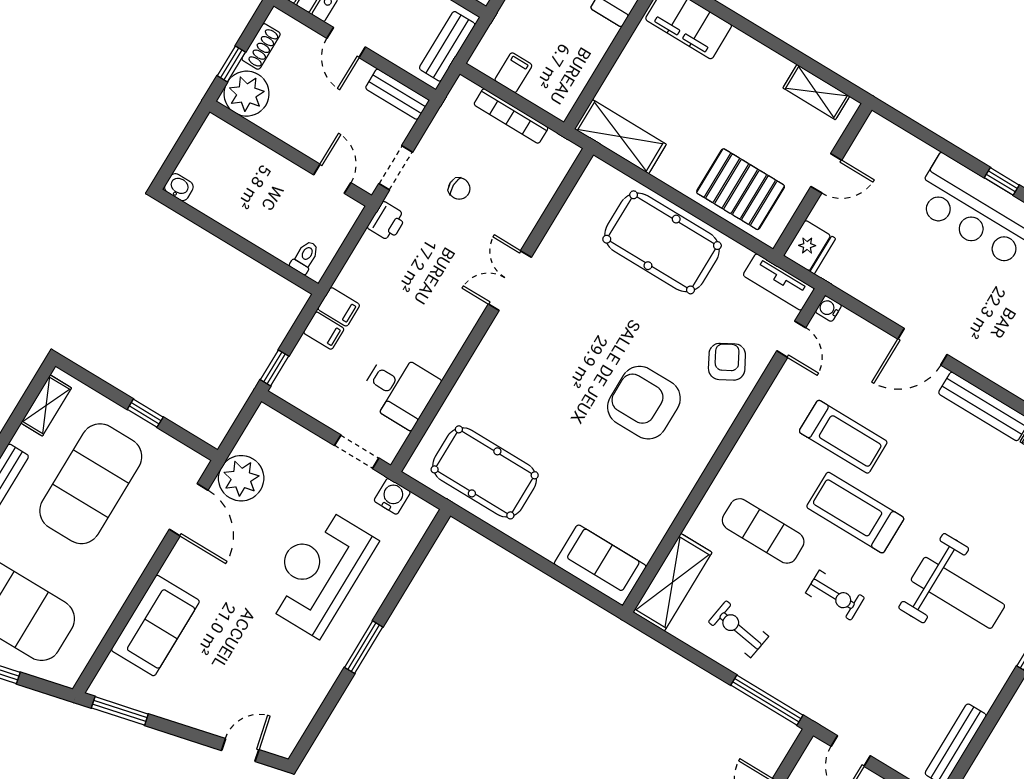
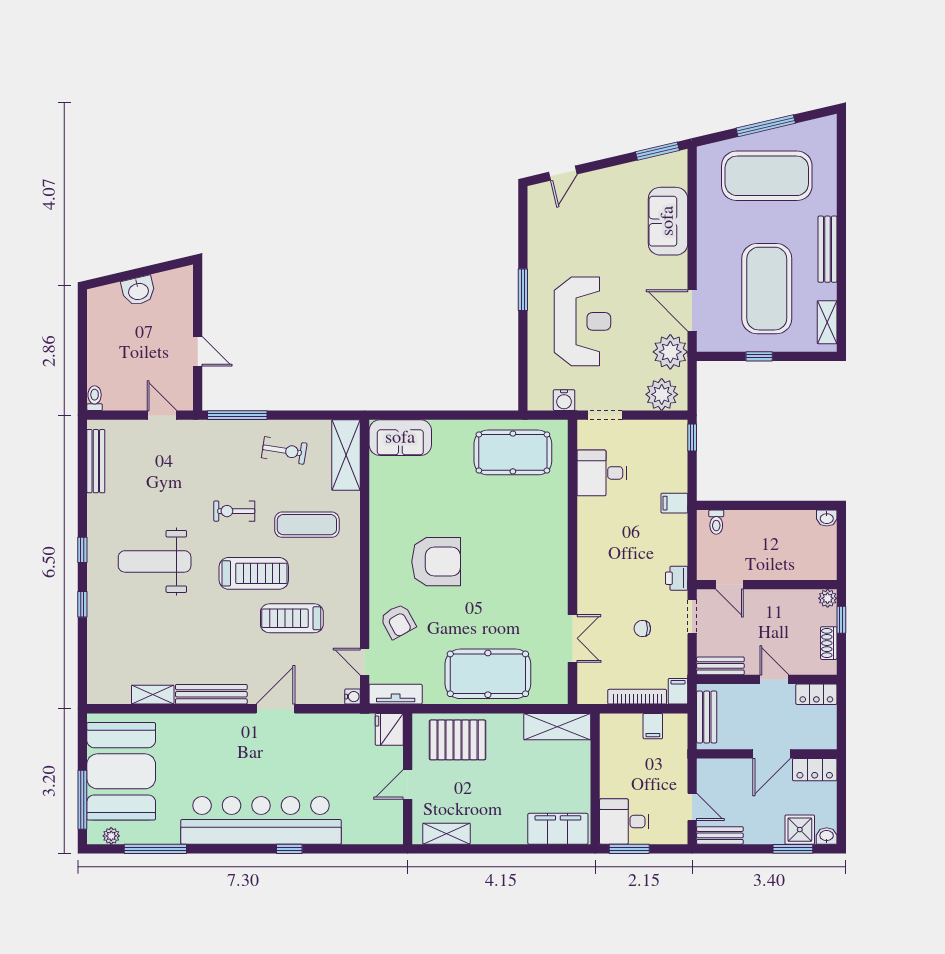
plant: (247, 94) -> (828, 598), width x0.53, depth x0.53
double door: (510, 281) -> (573, 638), moved
filing cabinet: (324, 331) -> (678, 691), moved, turned 90
plant: (280, 437) -> (662, 394), added

